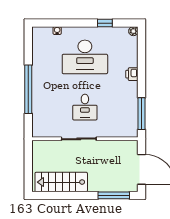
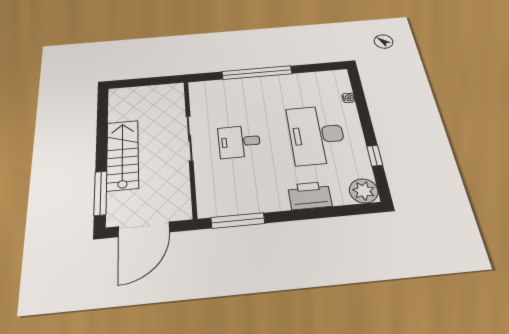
plant: (133, 31) -> (364, 191), width x1.88, depth x1.88
printer: (132, 74) -> (310, 195), width x1.87, depth x1.48
stairs: (61, 182) -> (123, 155), moved

